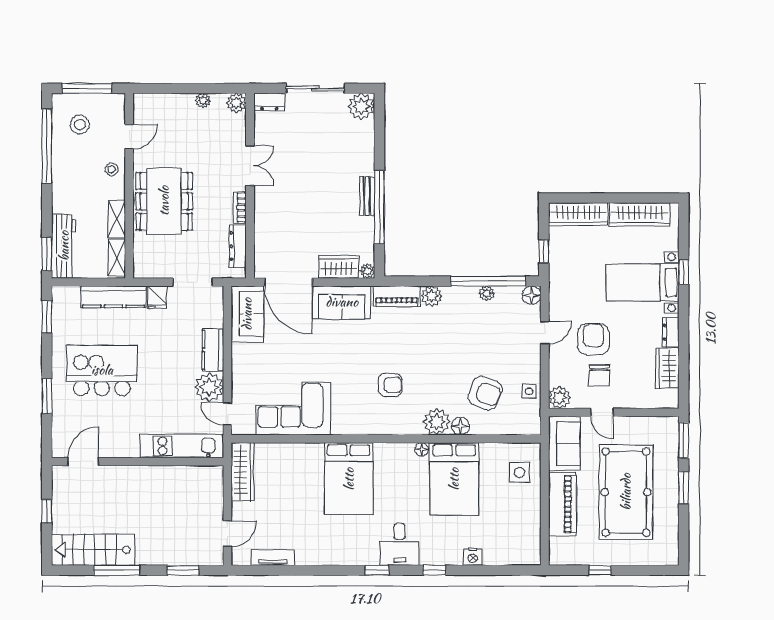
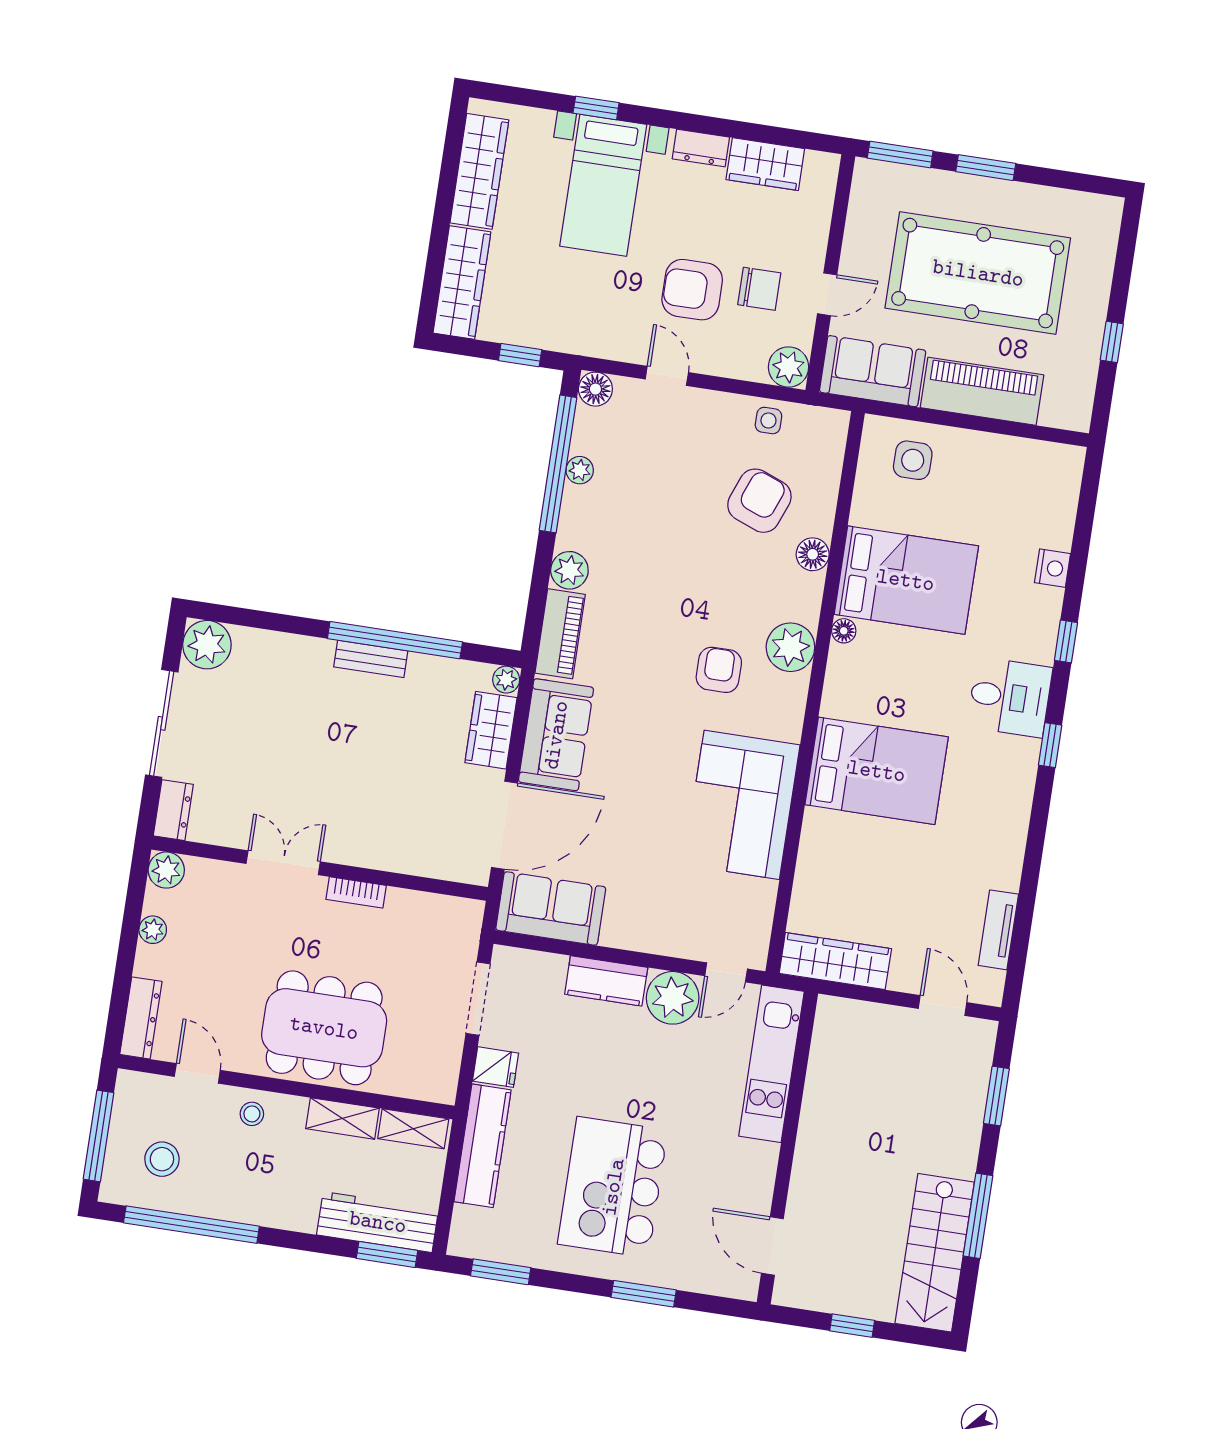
dresser: (238, 246) -> (141, 1018), moved, turned -90
corner sofa: (293, 409) -> (742, 805), moved
plant: (437, 422) -> (790, 647), moved

